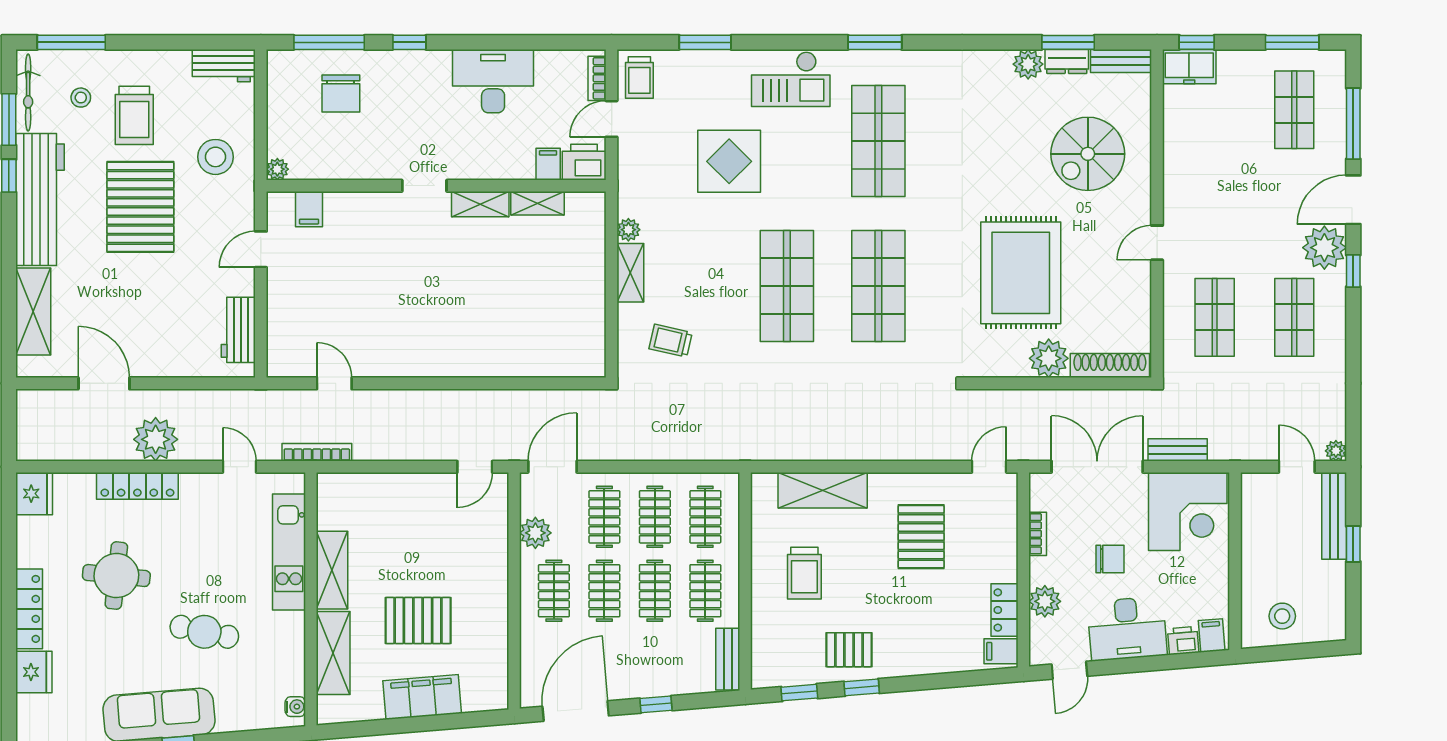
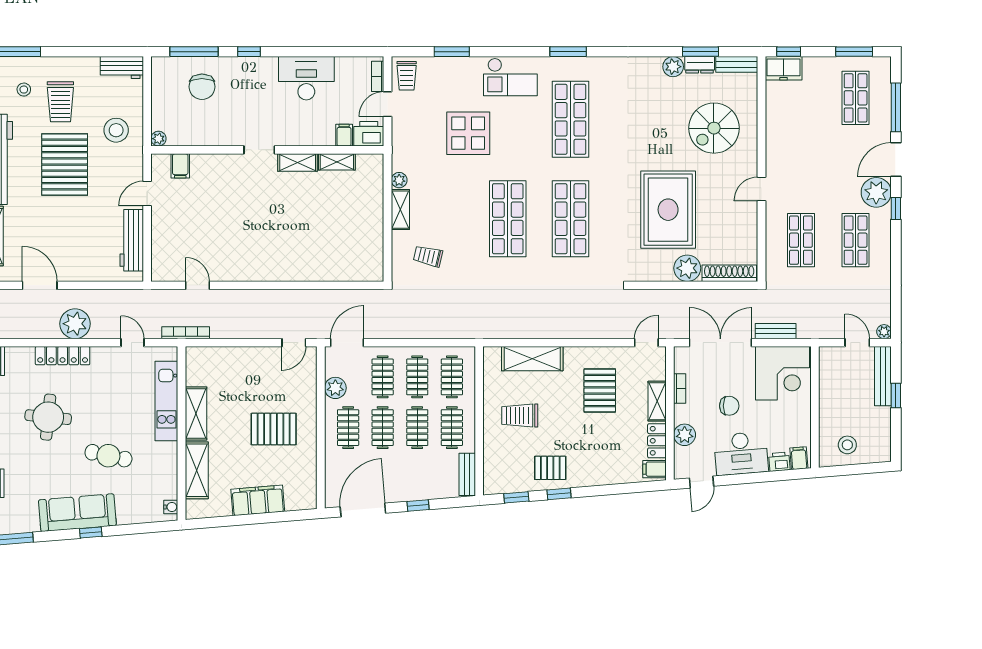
workbench: (238, 330) -> (132, 240), width x1.38
shelving: (1005, 552) -> (657, 401), added
trolley: (804, 573) -> (520, 415), turned 90
pallet: (418, 621) -> (274, 429), moved

